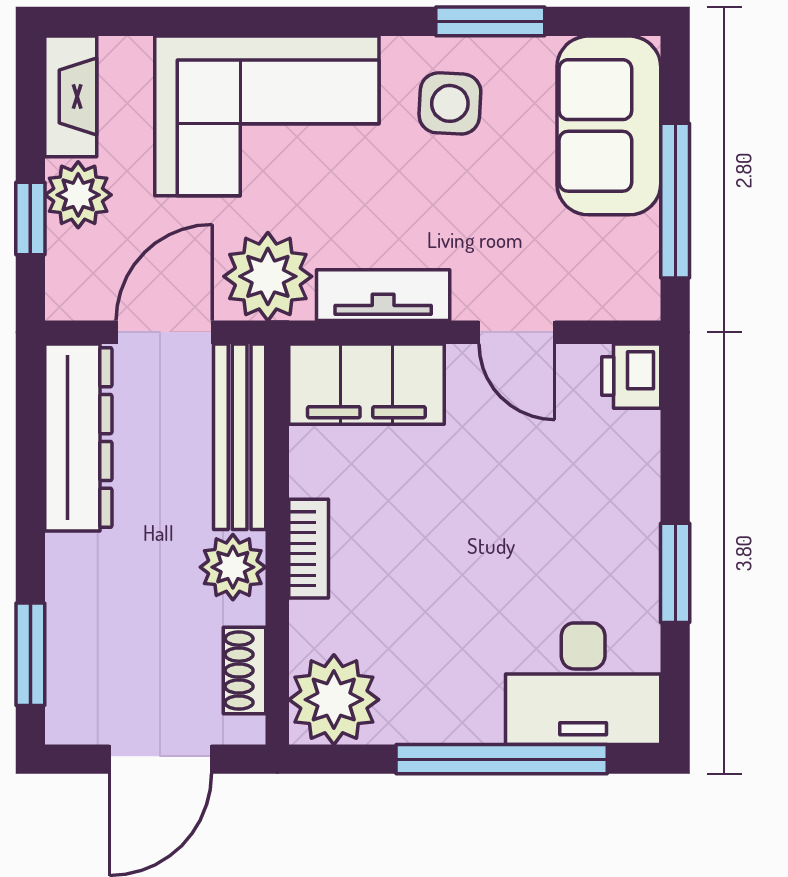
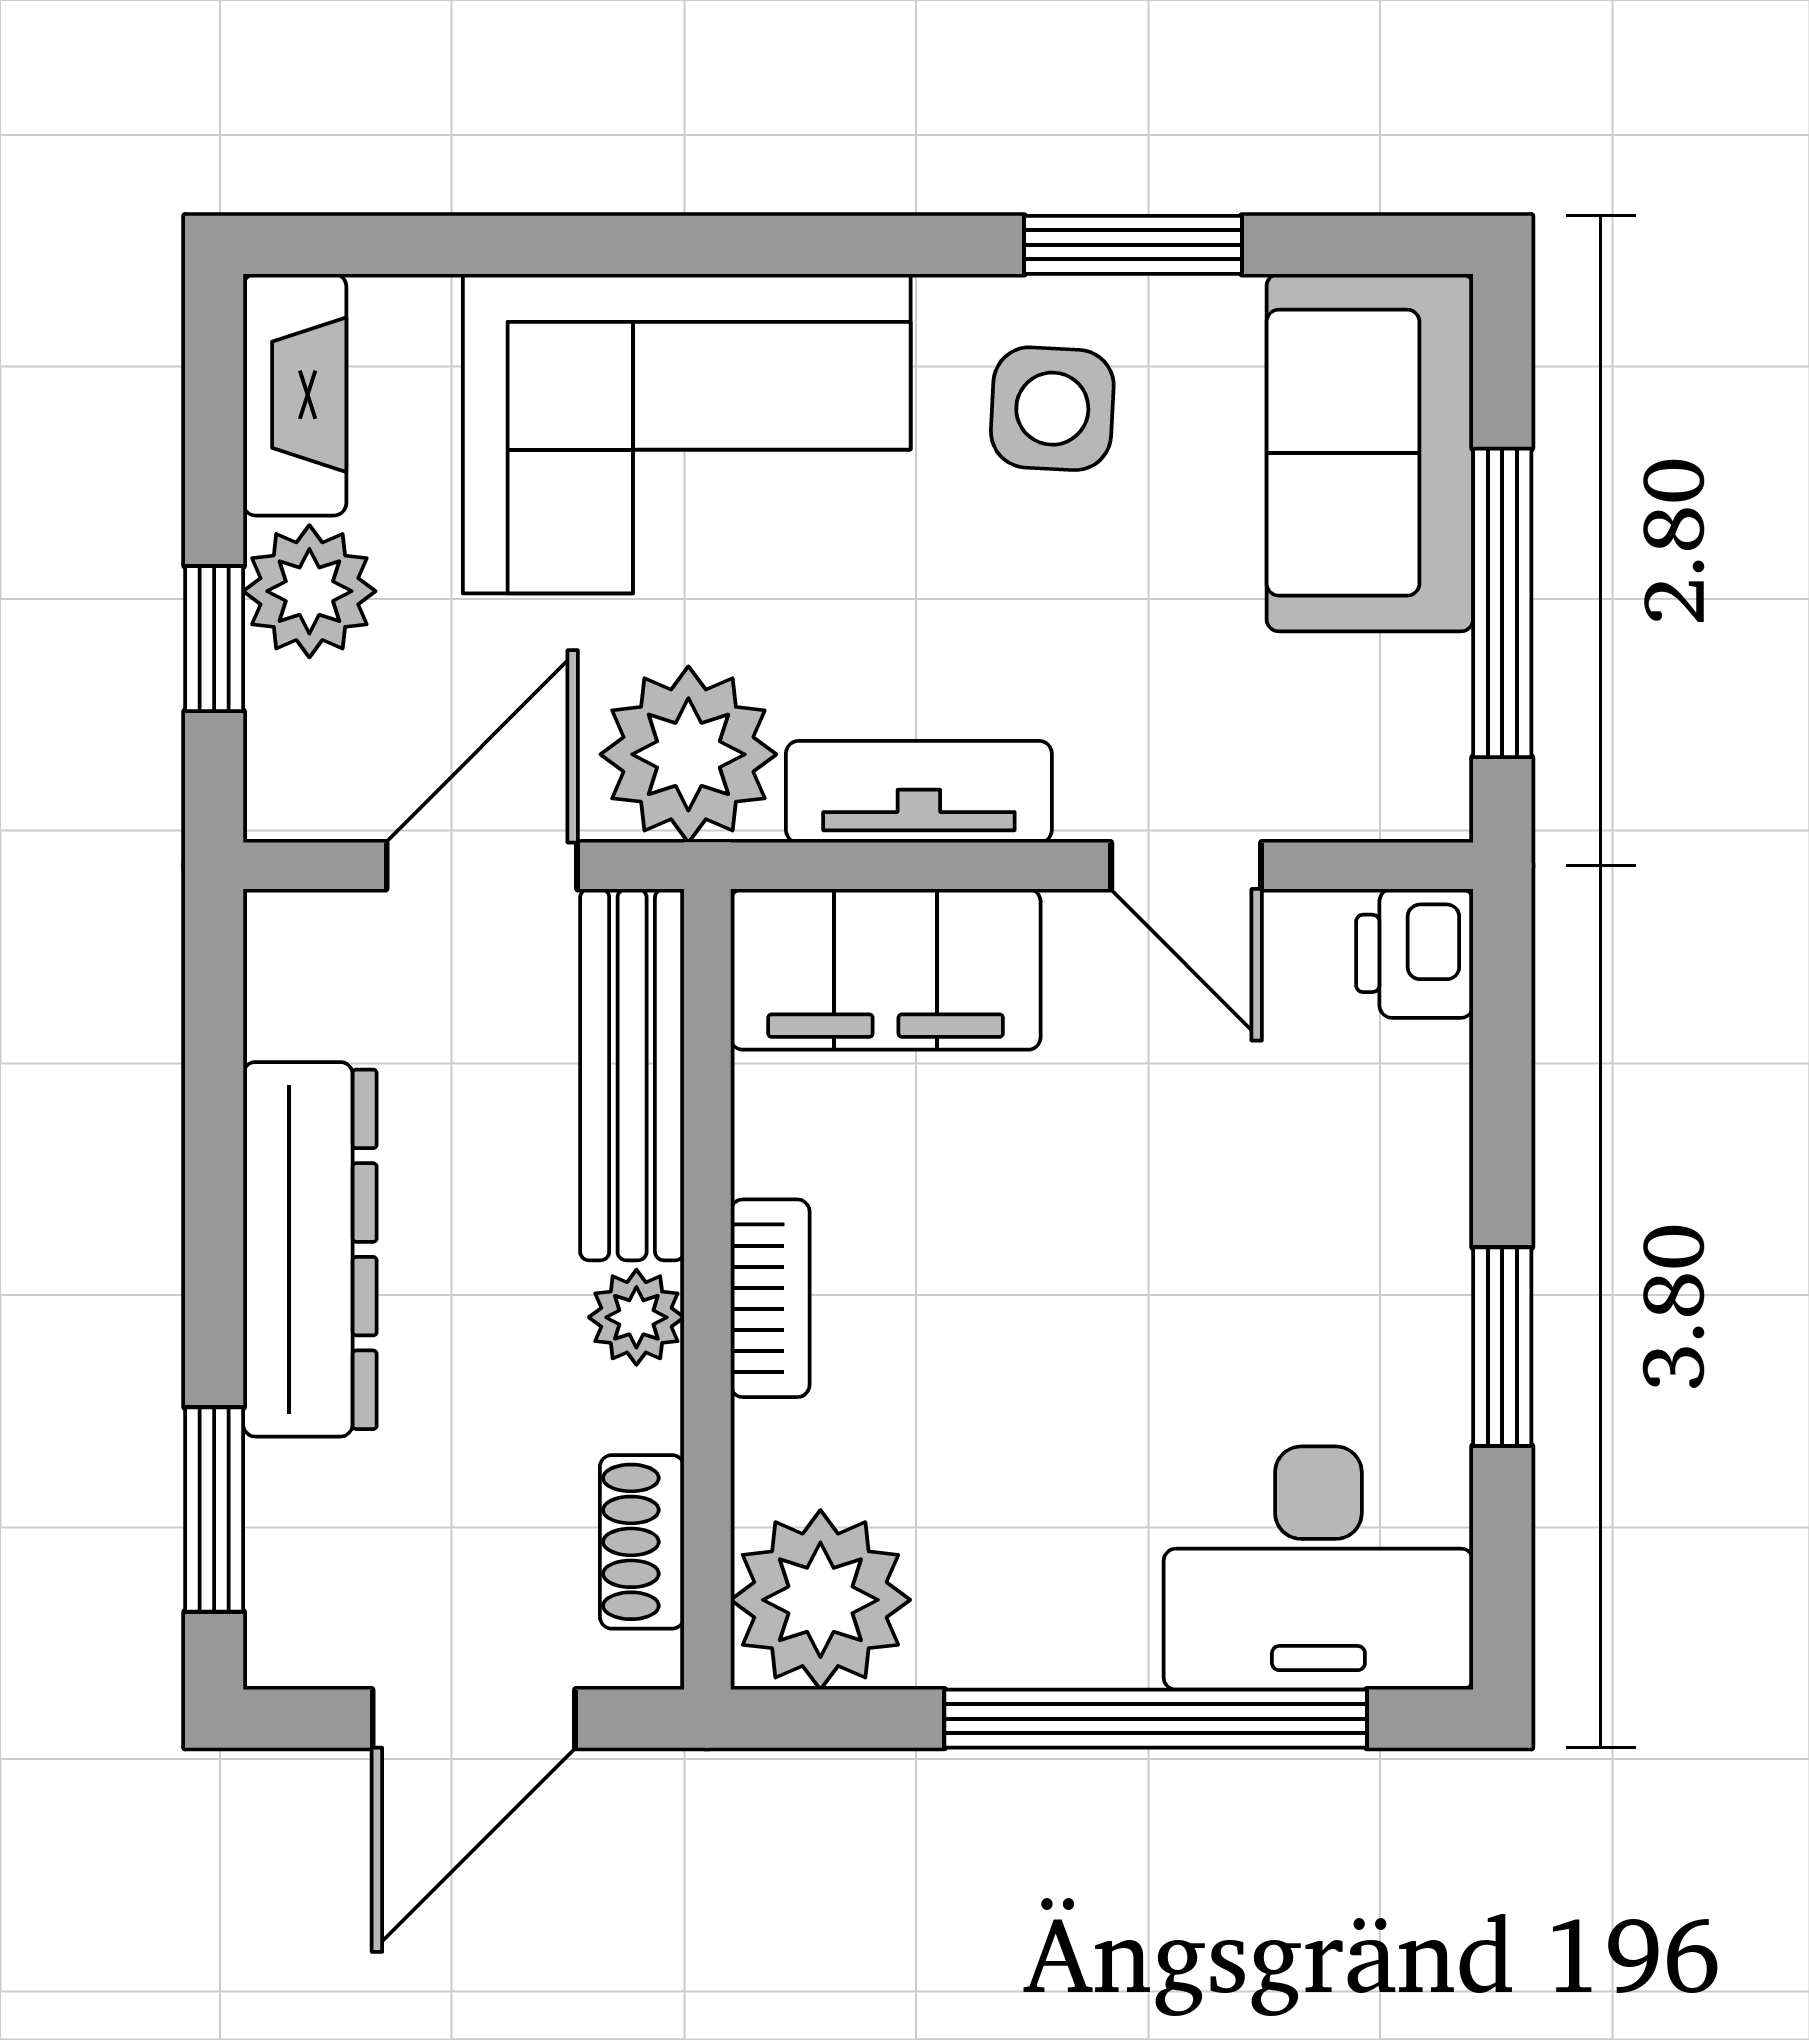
dresser: (78, 438) -> (310, 1249), moved
plant: (233, 567) -> (636, 1317), width x0.73, depth x0.73

